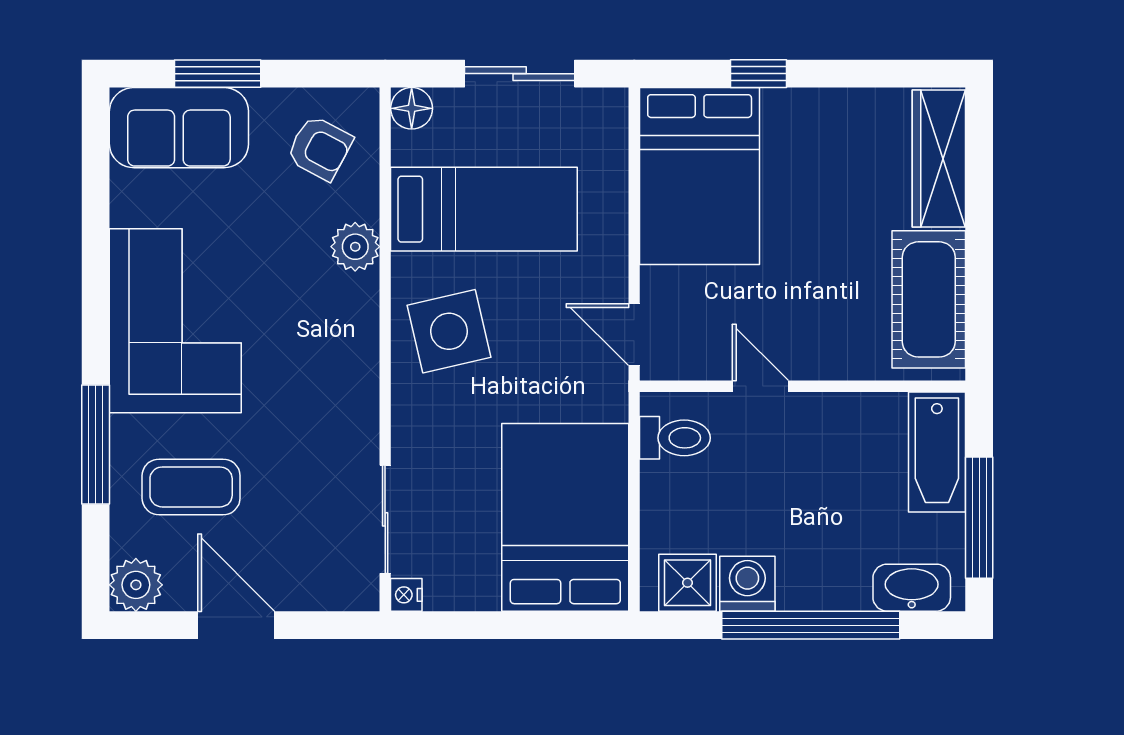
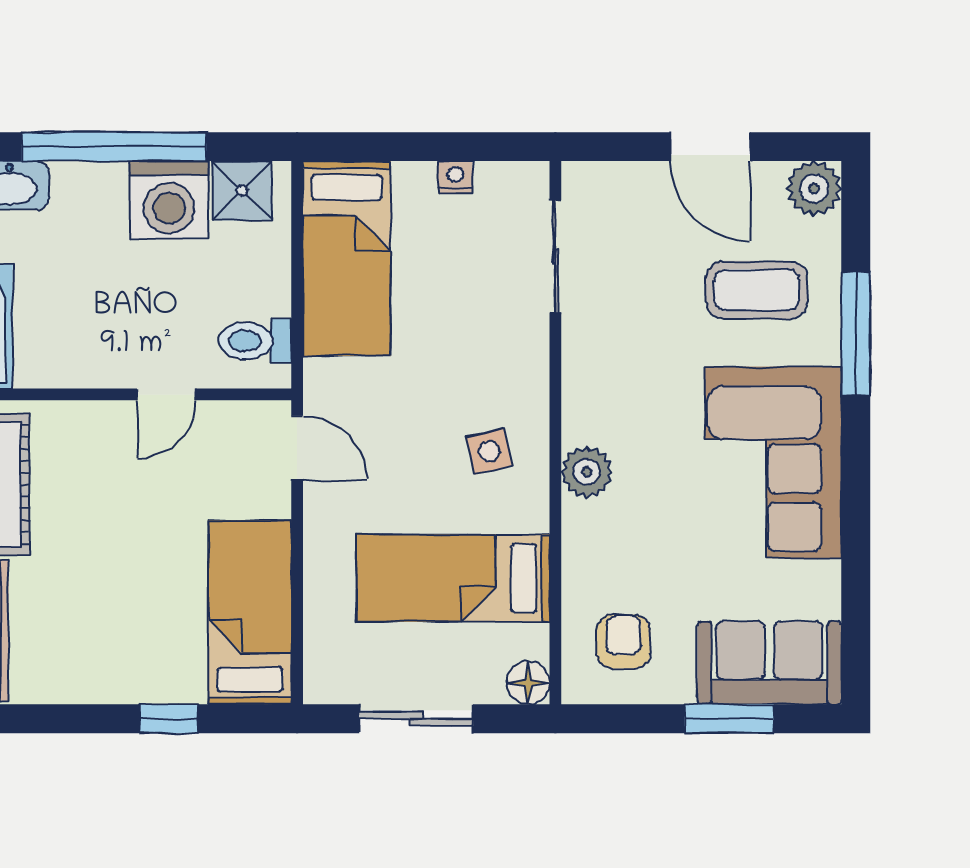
armchair: (320, 148) -> (623, 642), turned 62
bed: (700, 176) -> (250, 612), width x0.67
plant: (355, 247) -> (587, 472), moved
side table: (449, 331) -> (489, 451), width x0.54, depth x0.54
door: (760, 386) -> (166, 394), hinge flipped
bed: (565, 517) -> (347, 258), width x0.67
washing machine: (747, 584) -> (169, 200), width x1.37, depth x1.37
nightstand: (406, 595) -> (455, 177), moved, turned -90

